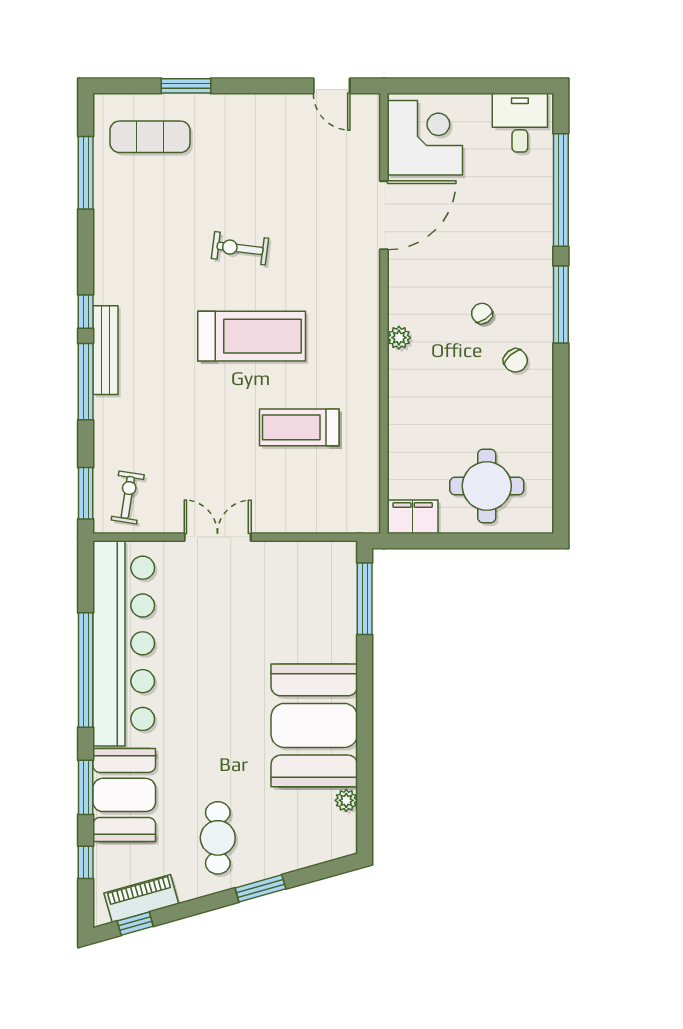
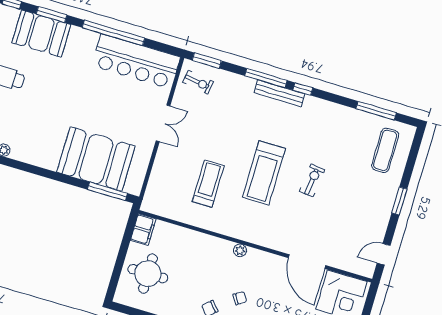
window: (186, 86) -> (399, 201), moved
bar counter: (124, 643) -> (136, 61), width x0.73
booth: (314, 725) -> (96, 159), moved

